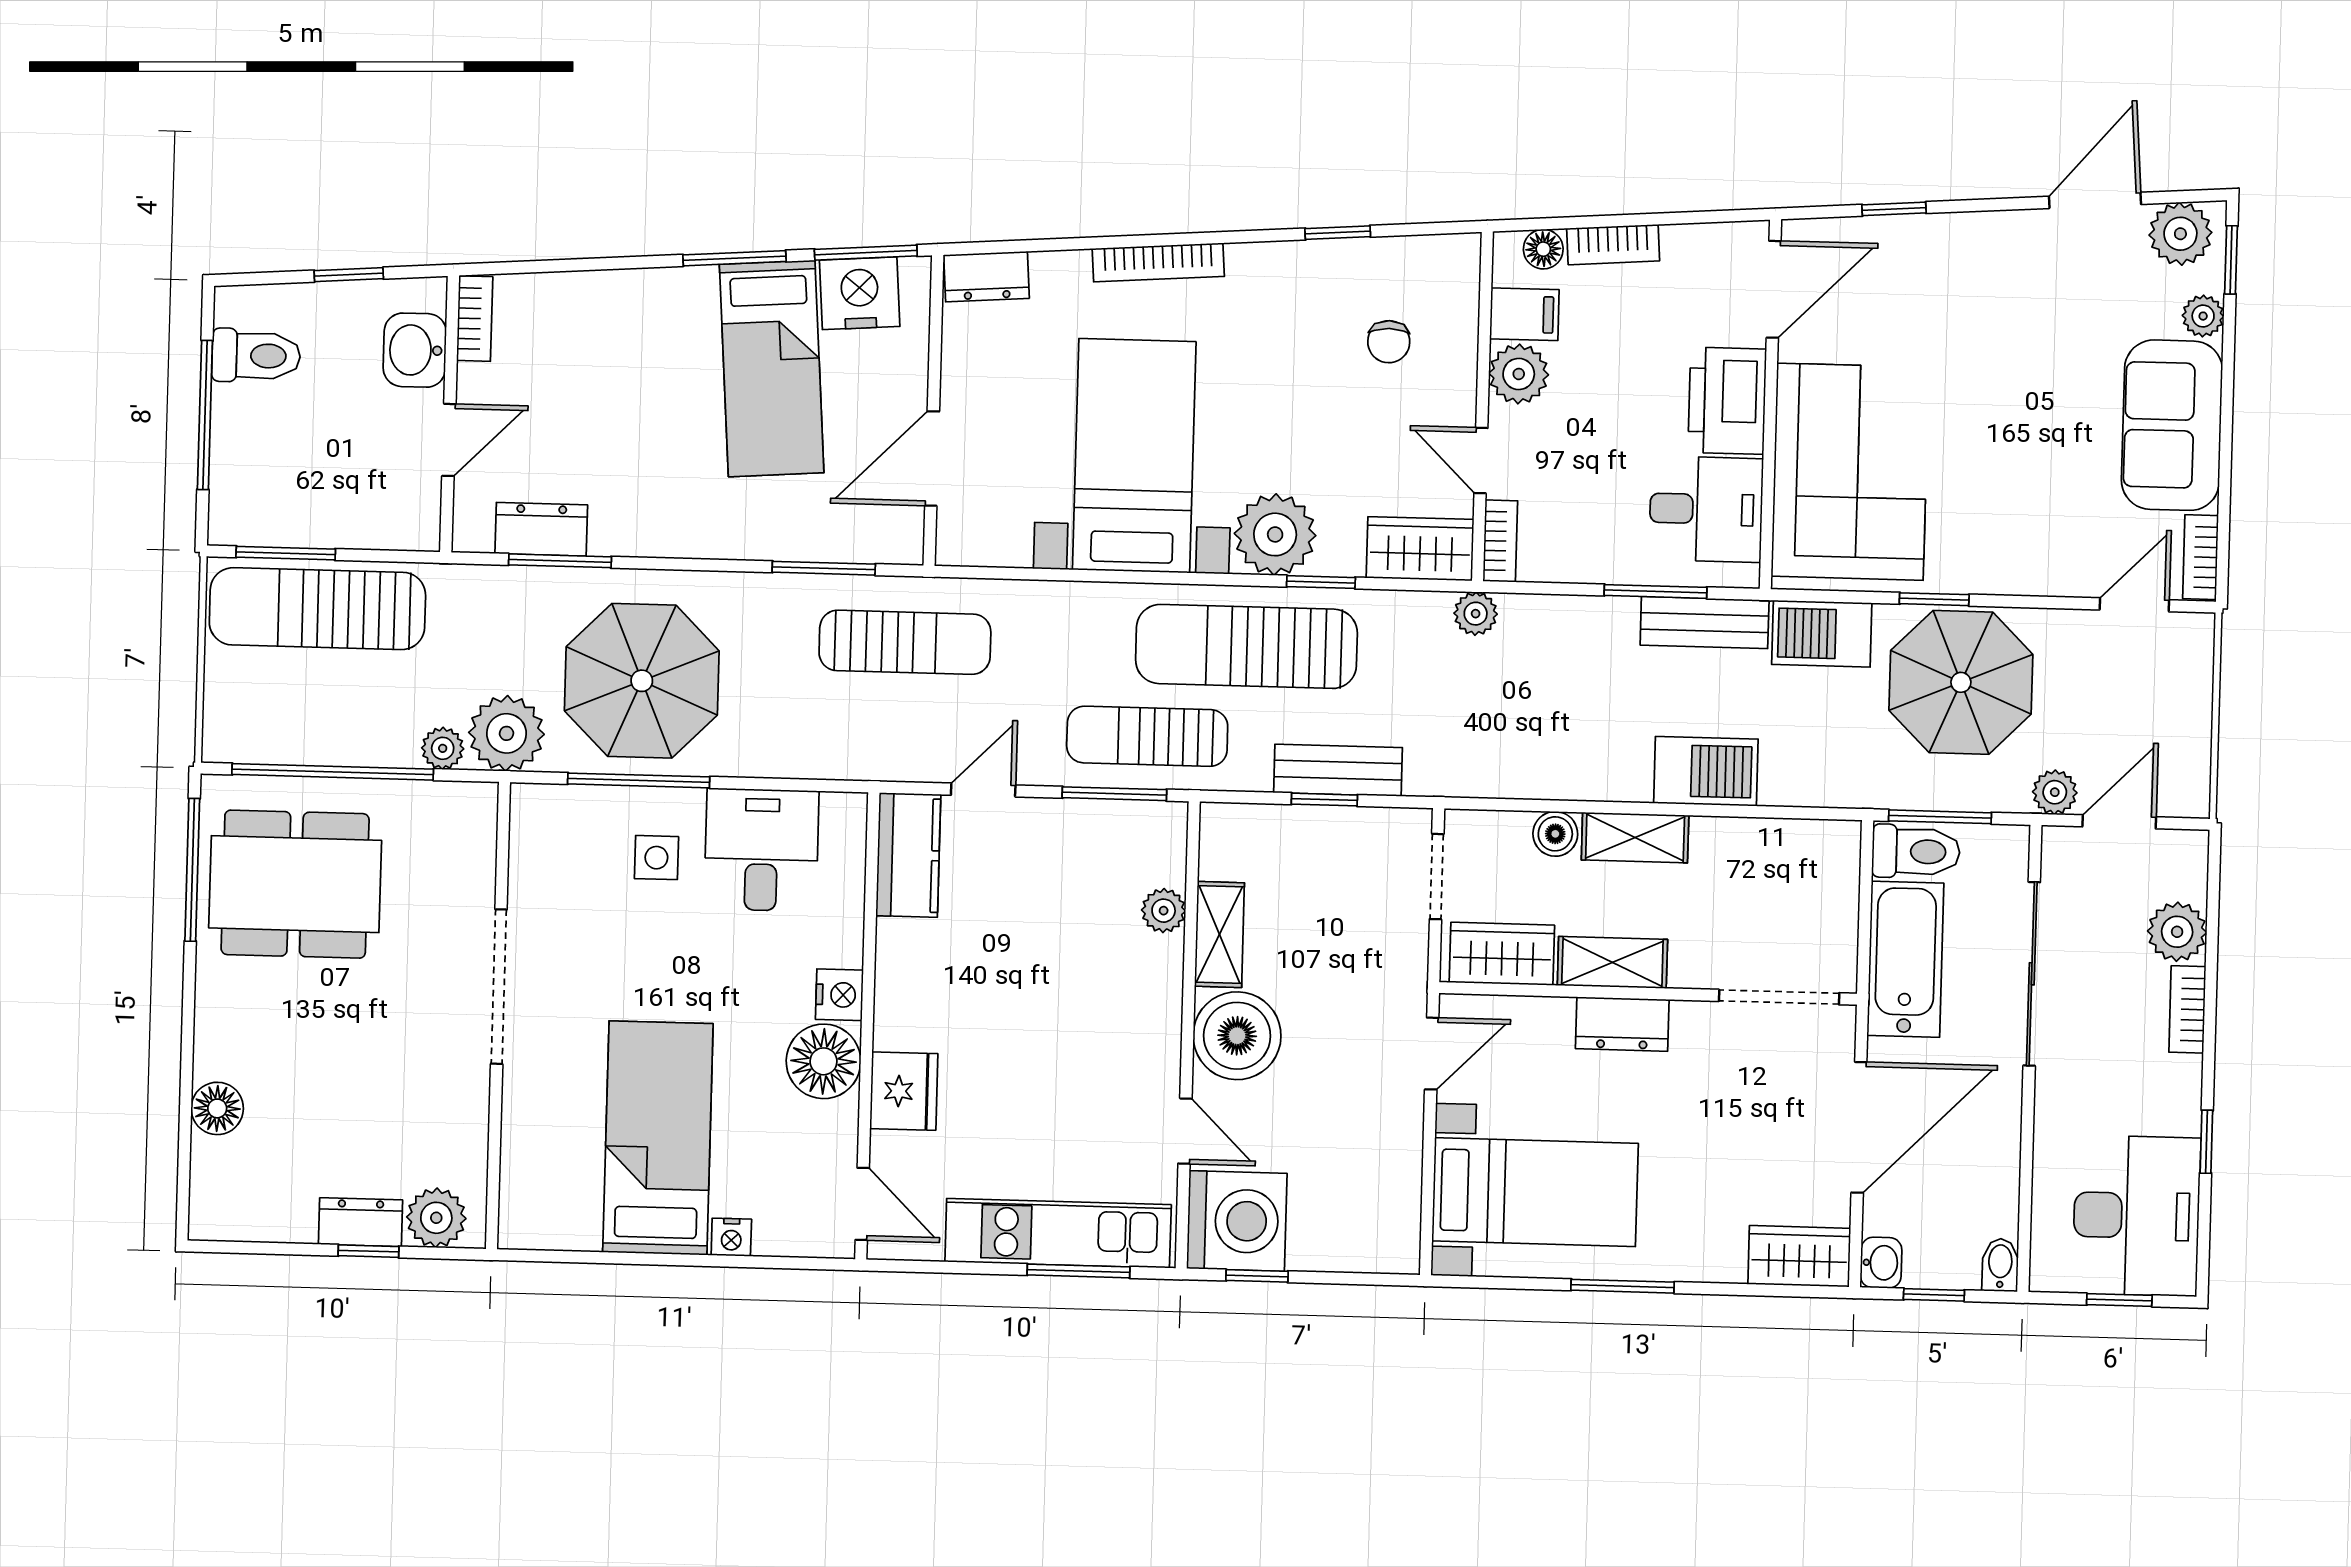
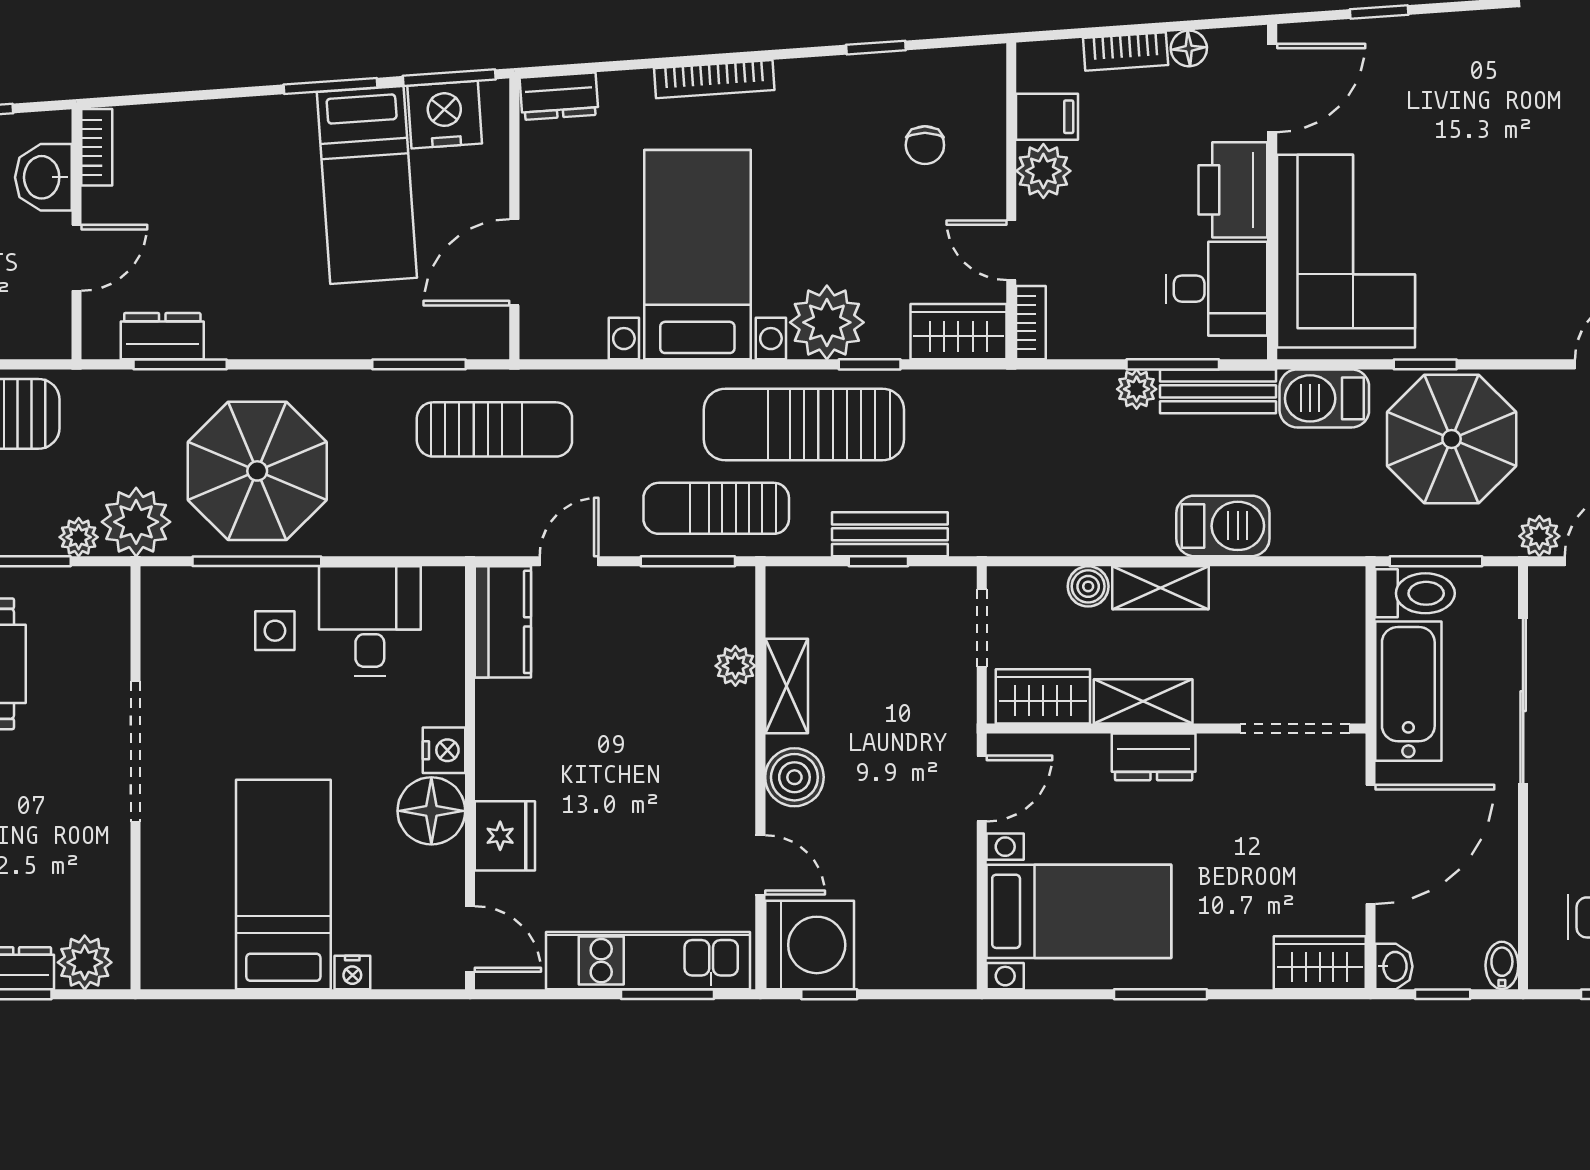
floor lamp: (1543, 249) -> (1189, 48), moved
plant: (1476, 614) -> (1137, 389), moved
boiler: (1237, 1036) -> (794, 777), width x0.73, depth x0.73

